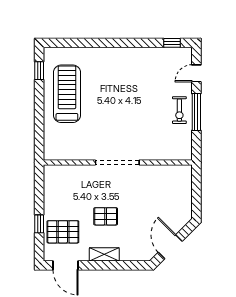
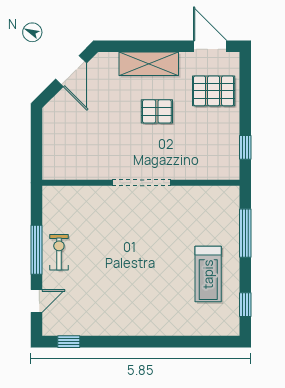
treadmill: (67, 94) -> (208, 274), width x0.73, depth x0.73
window: (39, 125) -> (245, 233), added
window: (39, 224) -> (245, 147), moved
shelving: (104, 254) -> (149, 64), width x1.50, depth x1.33

